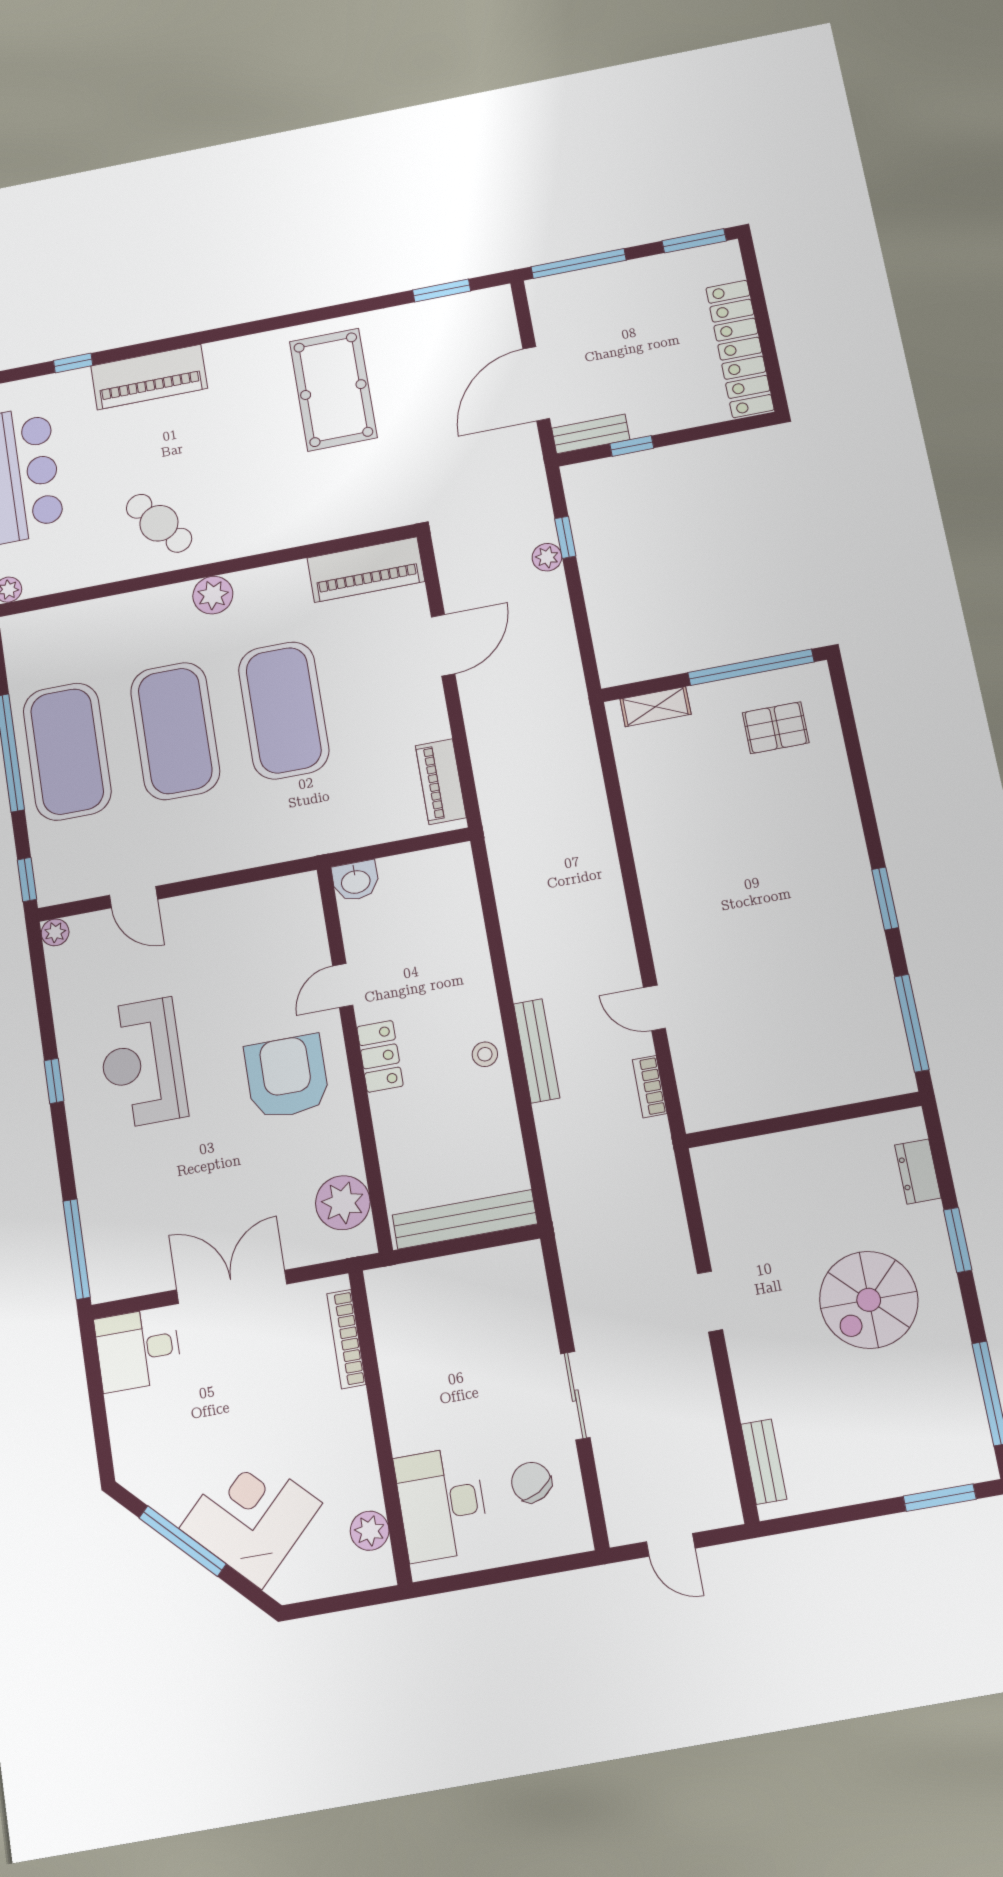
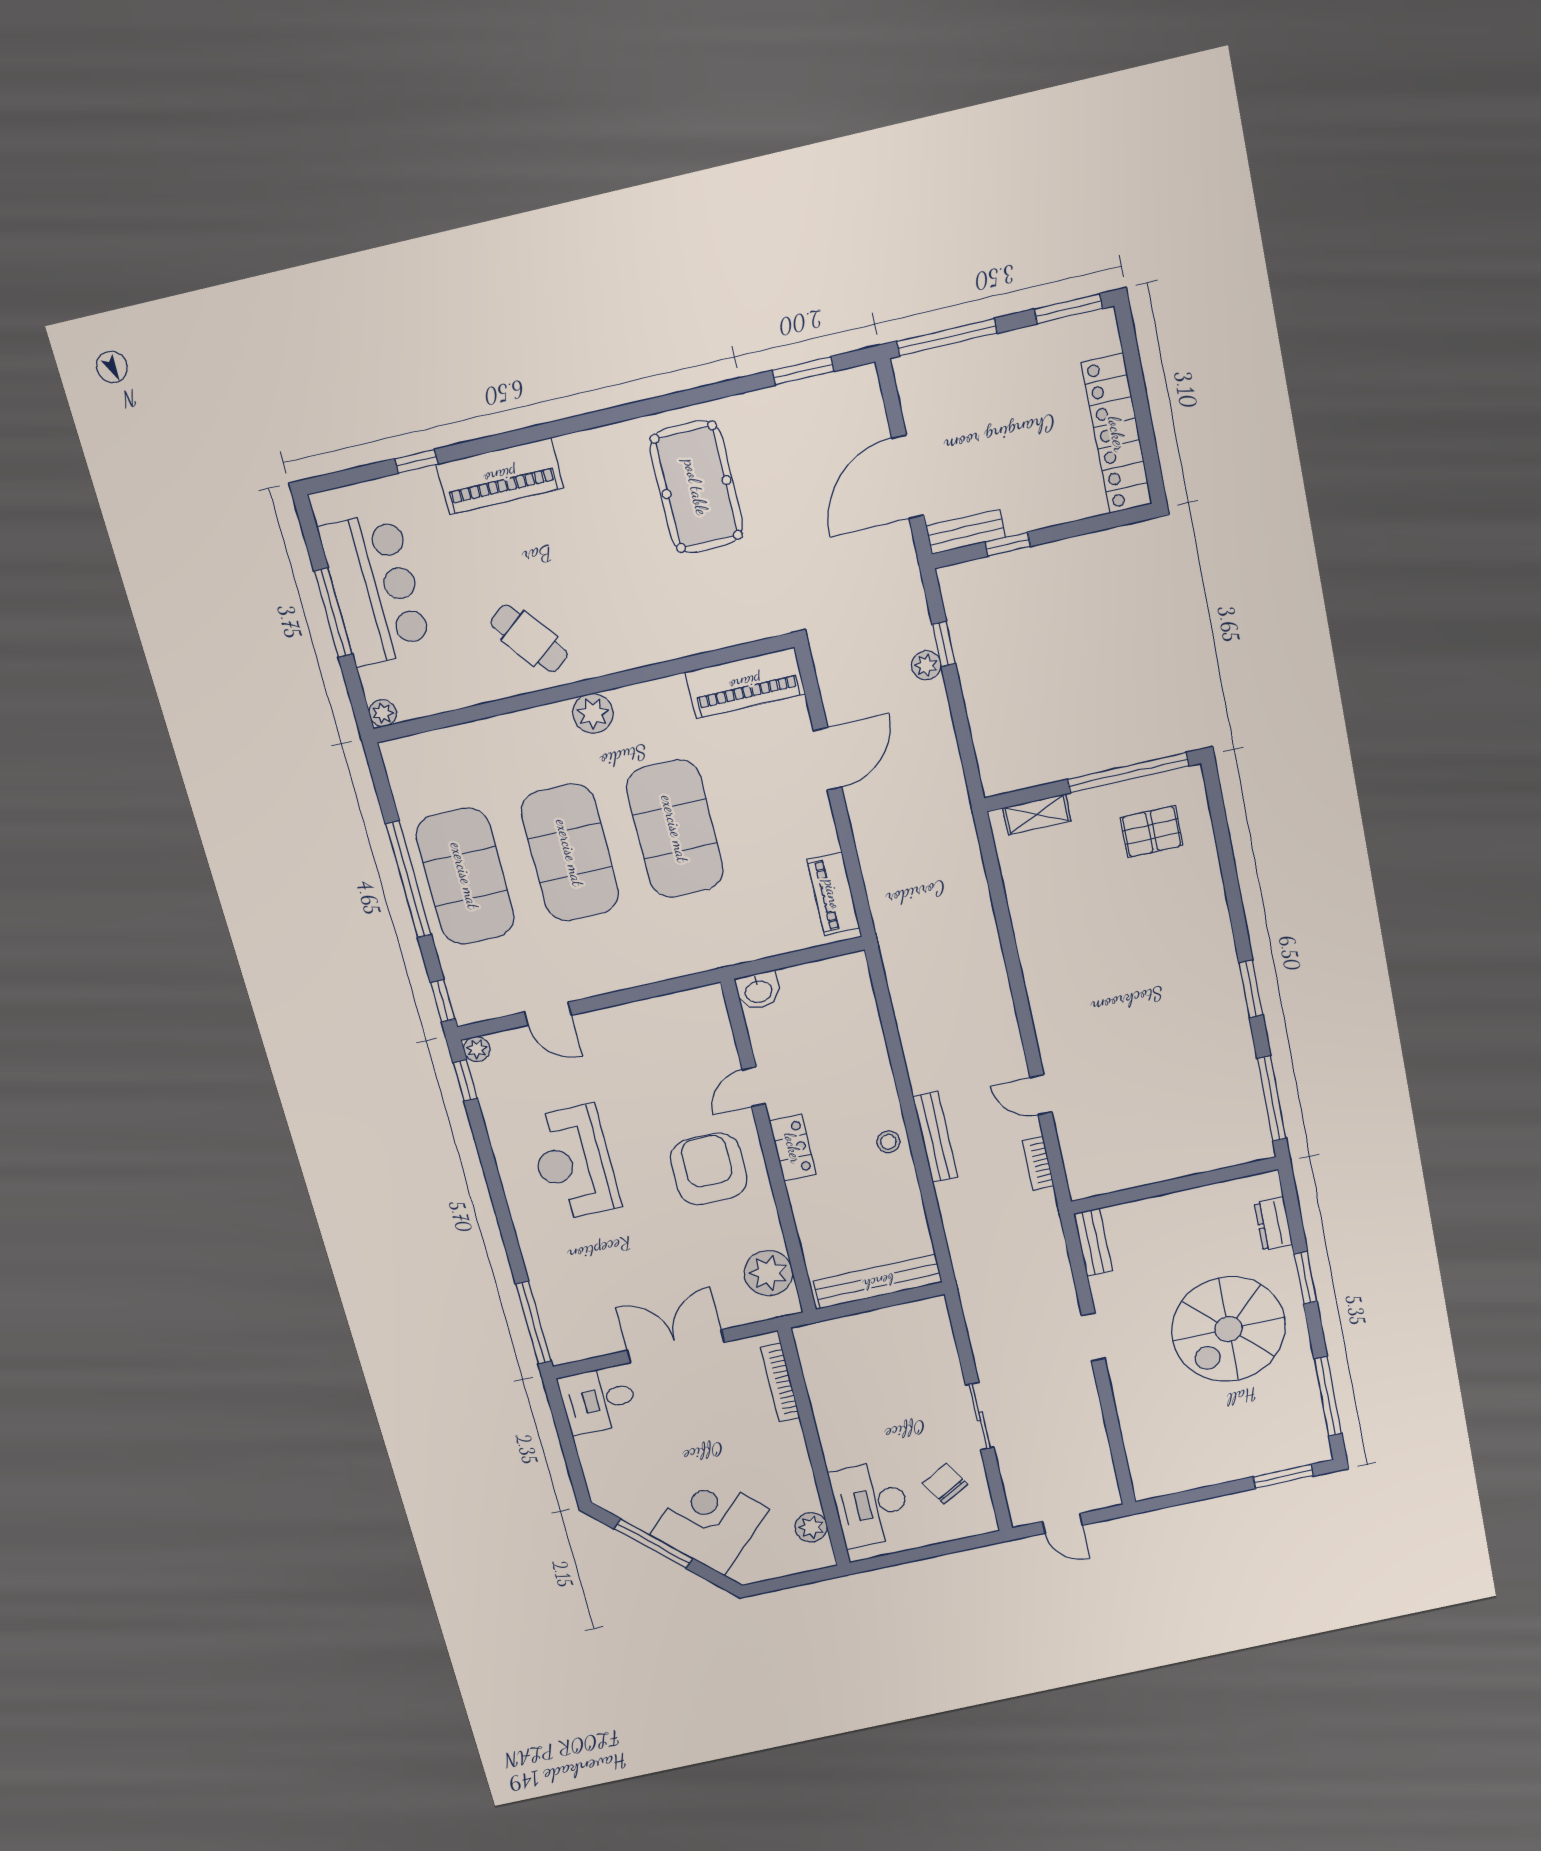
window: (54, 1081) -> (465, 1080), moved
spiral stairs: (869, 1300) -> (1229, 1329), width x1.37, depth x1.37
bench: (764, 1462) -> (1093, 1242), moved

